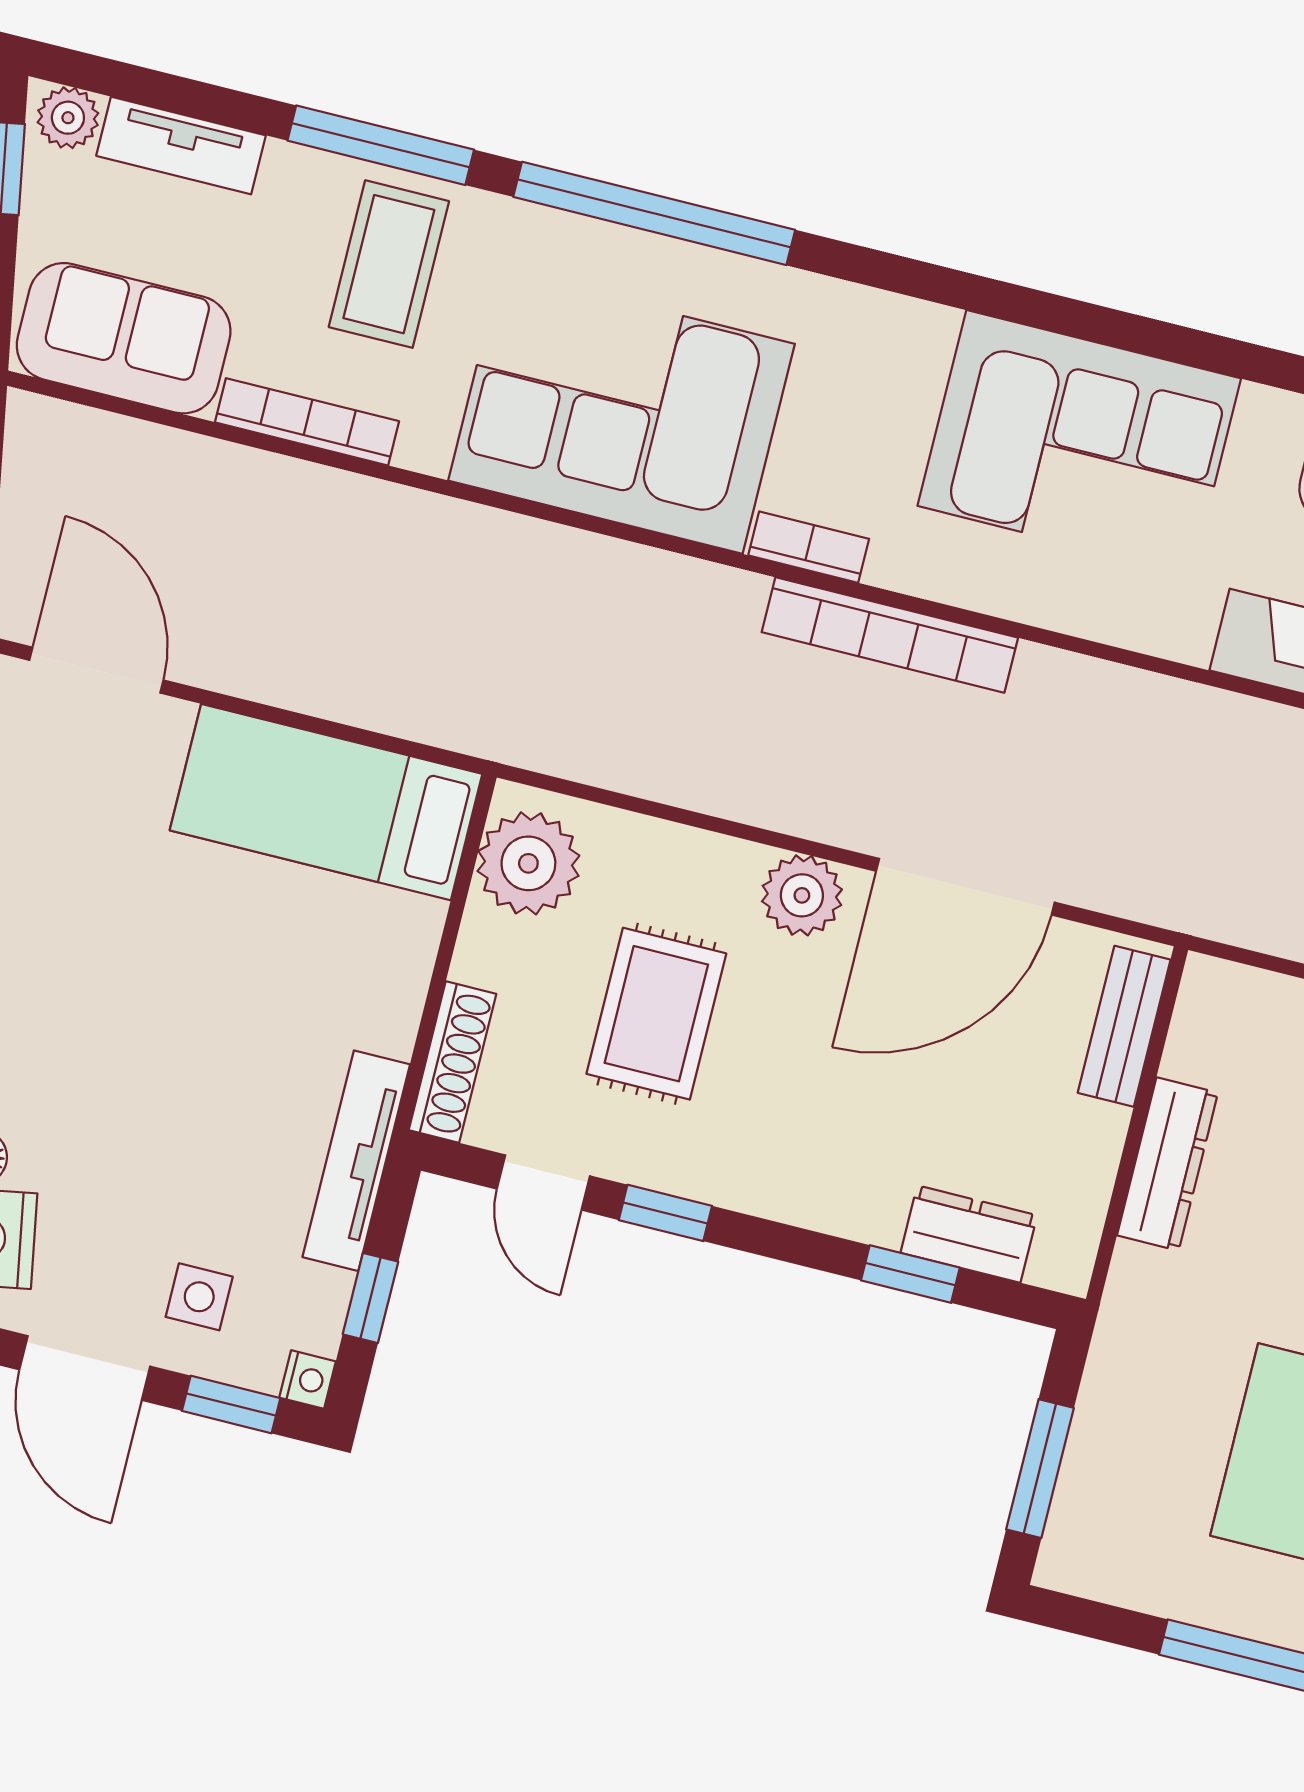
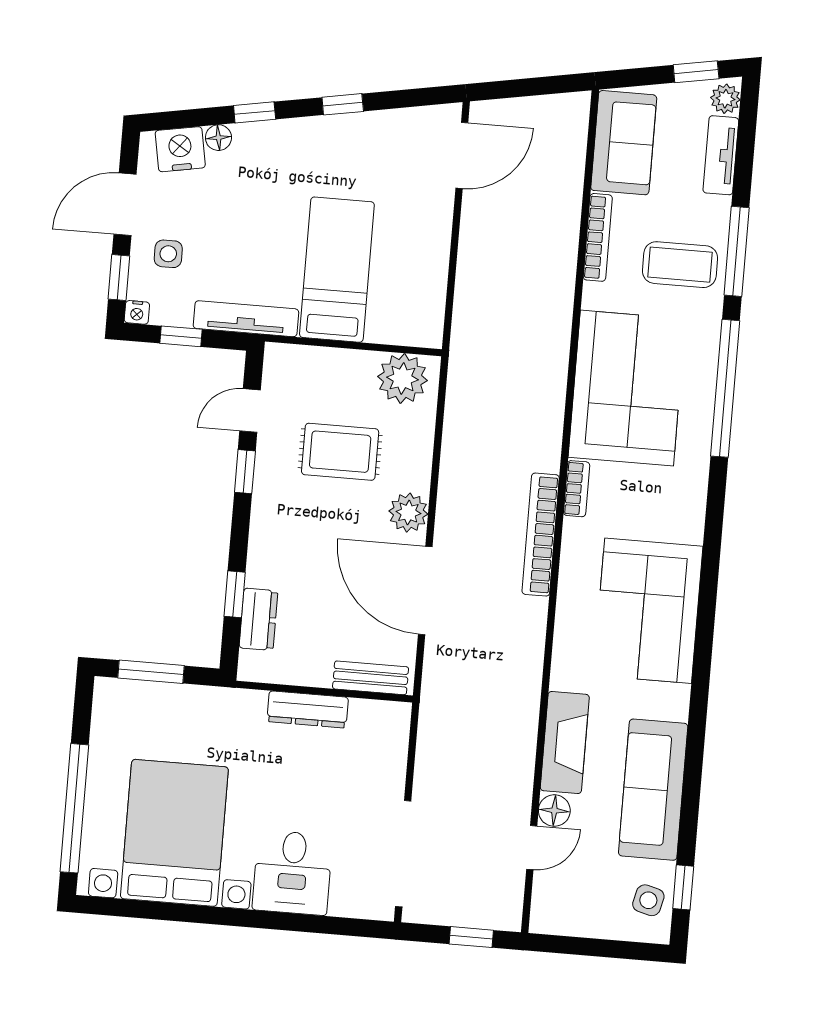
bed: (326, 802) -> (337, 270), moved
shoe rack: (452, 1062) -> (301, 357), removed

